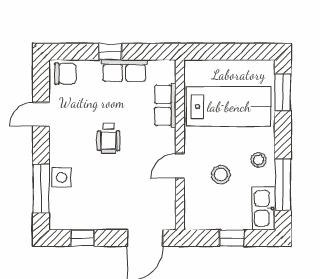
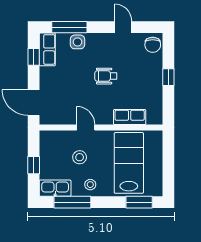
row of seats: (124, 71) -> (47, 49), moved, turned 180
lab bench: (229, 107) -> (129, 163), turned 180

